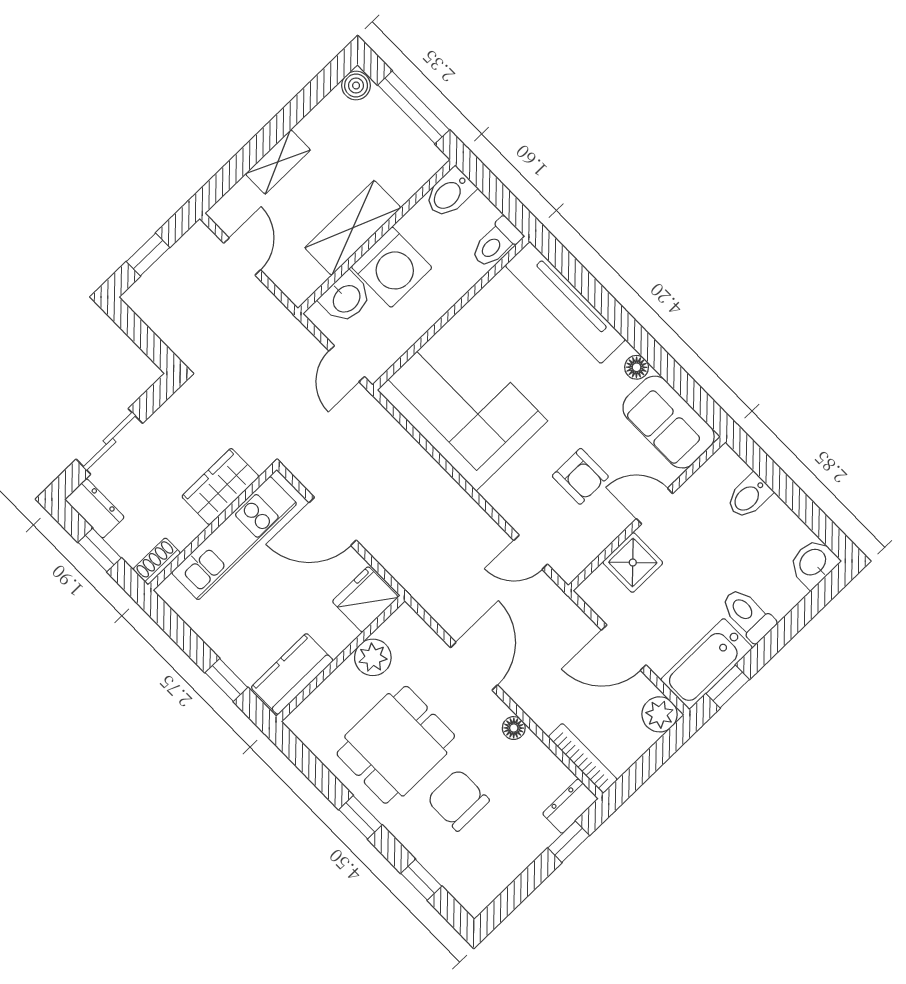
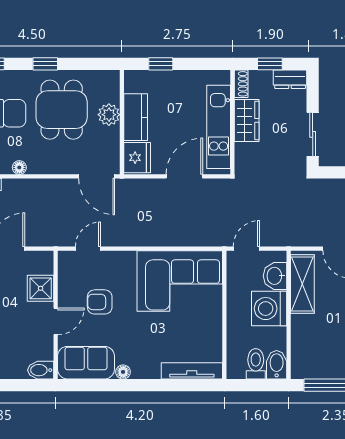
shelving: (353, 228) -> (302, 284), moved
toilet: (496, 243) -> (256, 364), moved
tv unit: (565, 302) -> (192, 371), width x0.73, depth x0.78
door: (347, 364) -> (246, 249), hinge flipped
sliding door: (109, 441) -> (313, 134), moved
wardrobe: (220, 487) -> (247, 120), moved
bidet: (749, 496) -> (41, 370), moved, turned -90
plant: (373, 657) -> (109, 115), moved
door: (474, 666) -> (97, 176), moved
kitchen counter: (292, 674) -> (136, 117), moved

